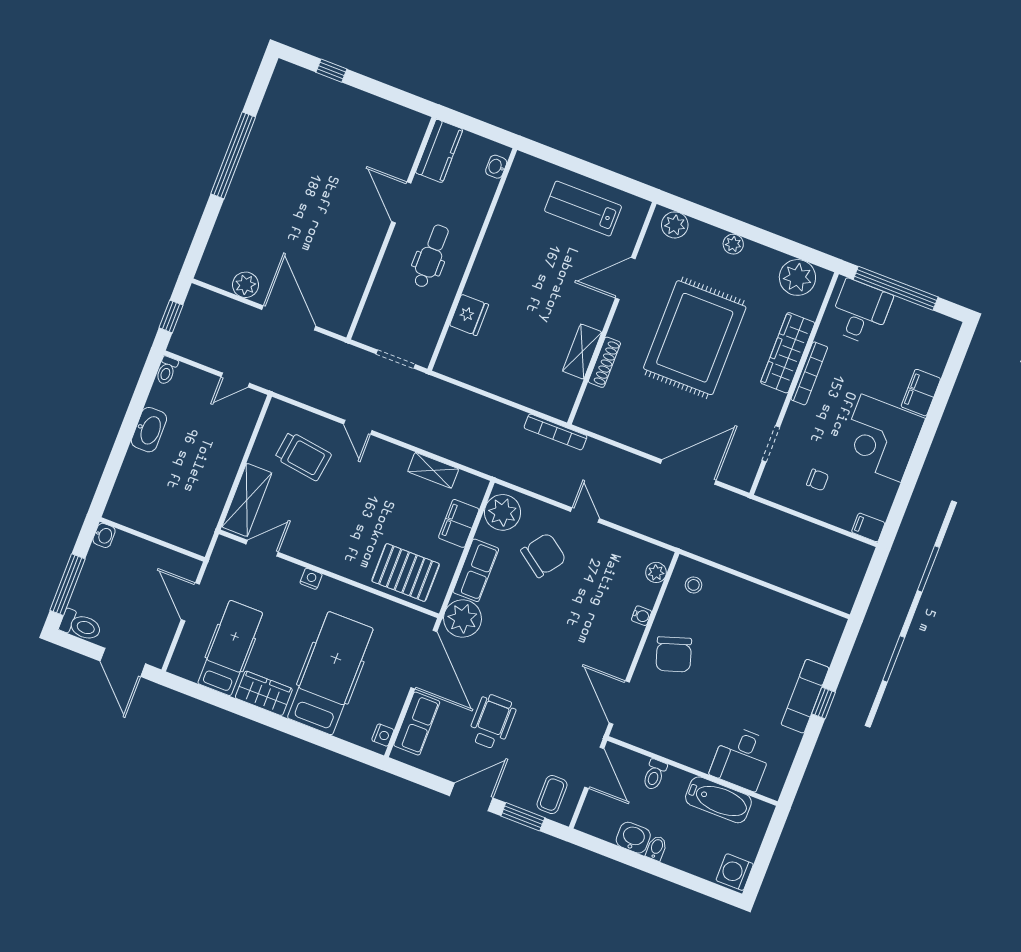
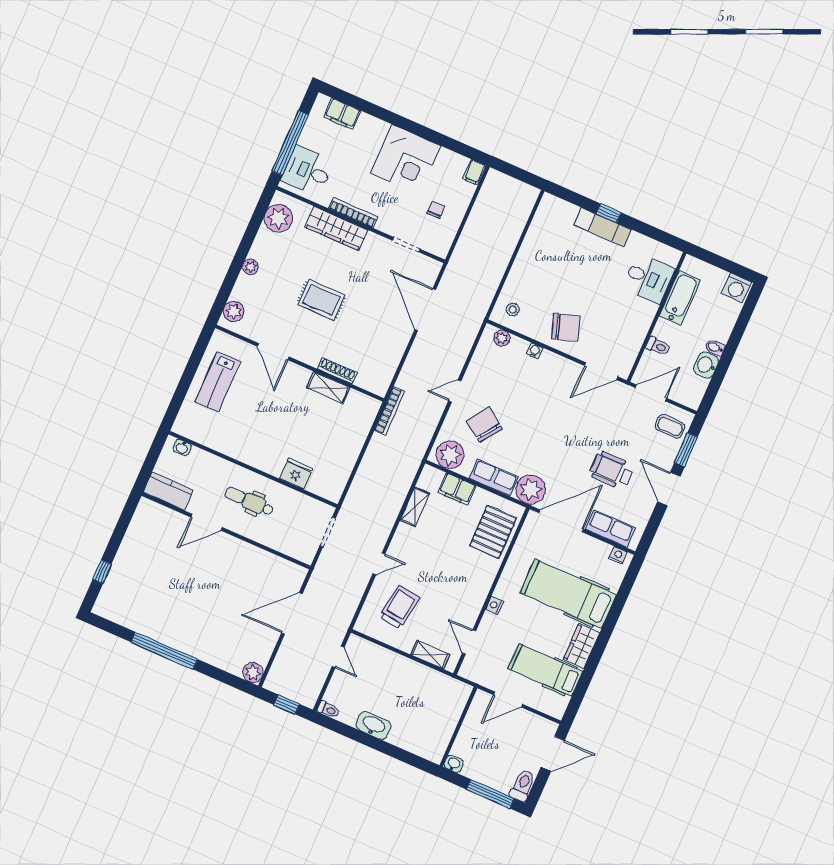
plant: (246, 285) -> (253, 673), moved
rug: (695, 338) -> (321, 300), width x0.54, depth x0.49
filing cabinet: (921, 393) -> (342, 114), moved
shelving: (247, 500) -> (430, 655), width x0.67, depth x0.75

